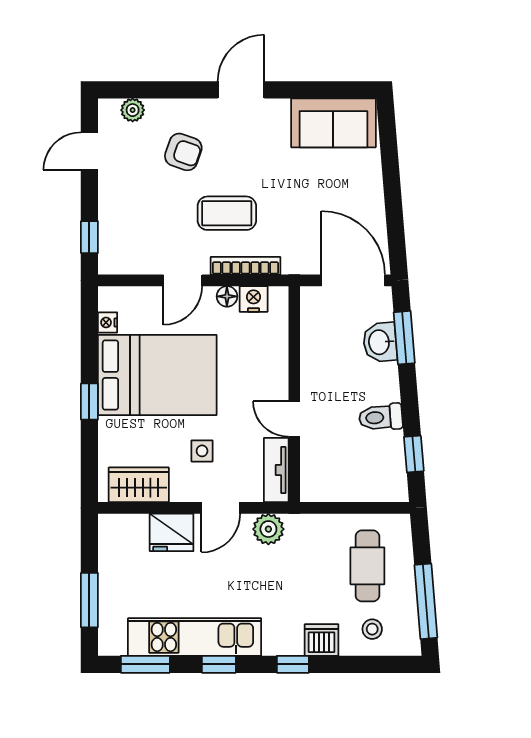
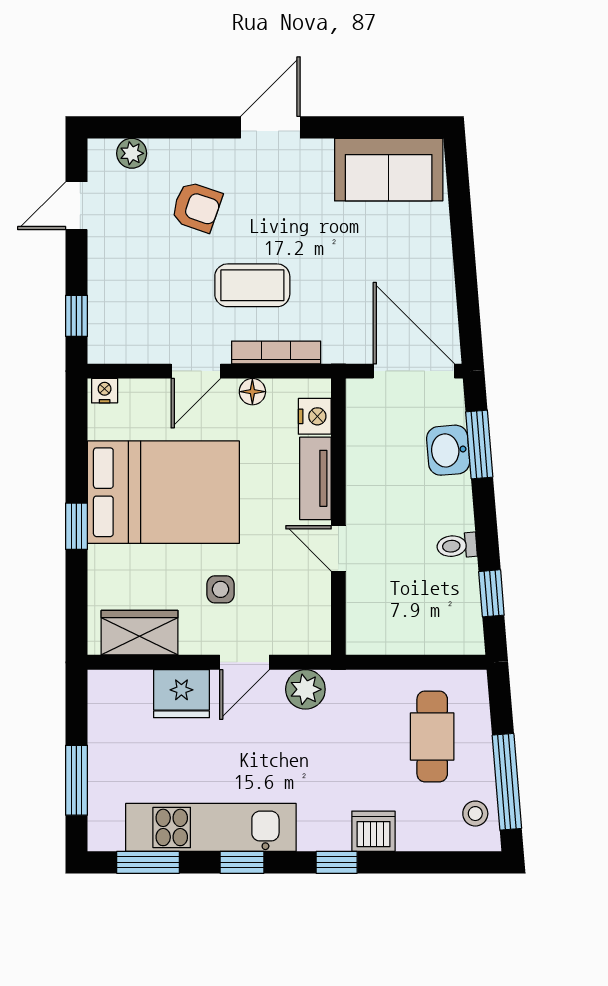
nightstand: (254, 299) -> (315, 416), moved, turned 90
nightstand: (108, 322) -> (105, 391), moved, turned 90
toilet: (381, 417) -> (457, 546), width x0.73, depth x0.72
tv unit: (276, 470) -> (315, 478), moved
stool: (372, 629) -> (475, 814), moved

